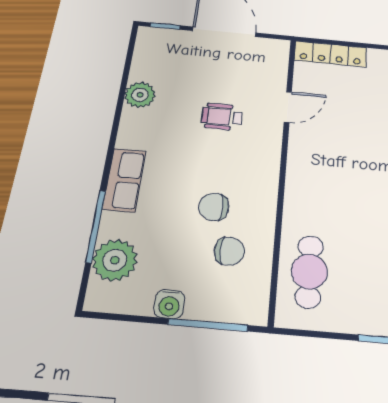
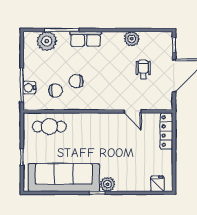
wheelchair: (222, 117) -> (143, 70), moved
chair: (214, 207) -> (76, 81), turned -90
chair: (229, 251) -> (56, 90), turned -90
water cooler: (169, 304) -> (29, 88), moved

